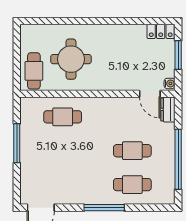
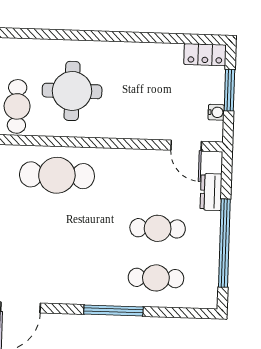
water cooler: (170, 83) -> (216, 112), moved
dresser: (168, 109) -> (211, 192), moved
cafe table: (63, 117) -> (57, 175), width x1.37, depth x1.35

